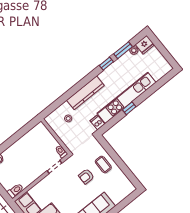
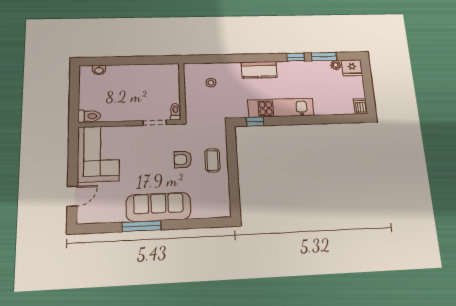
kitchen counter: (85, 93) -> (259, 70), width x0.67
kitchen unit: (127, 98) -> (281, 108), width x0.73
window: (129, 108) -> (255, 122), moved
dishwasher: (97, 122) -> (360, 106), moved

